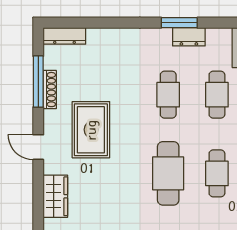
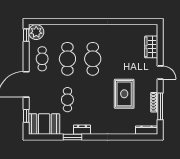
window: (179, 23) -> (72, 137), moved
cafe table: (168, 95) -> (93, 100), removed
rug: (91, 130) -> (124, 94), moved
cafe table: (217, 173) -> (67, 59), width x1.37, depth x1.35

